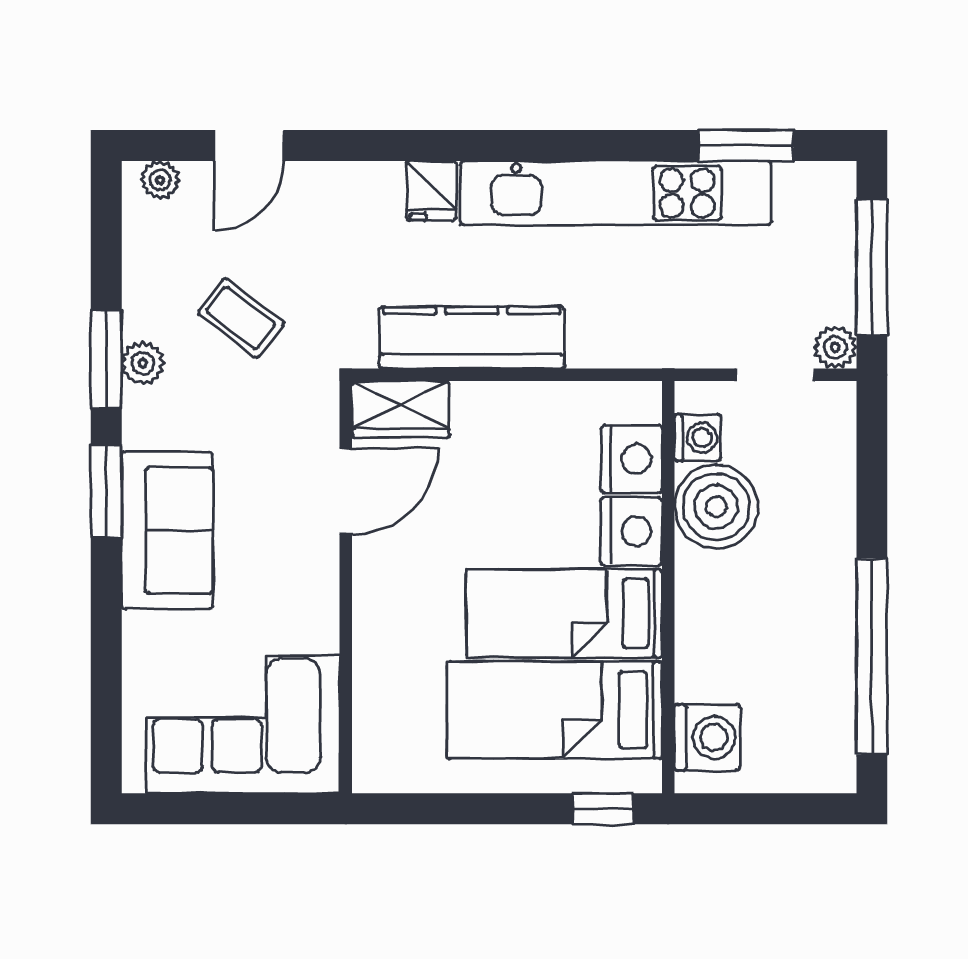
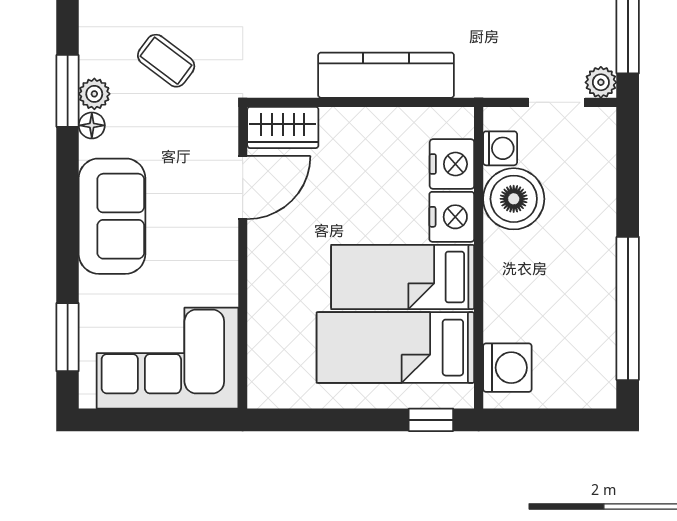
kitchen counter: (472, 338) -> (386, 75), moved
floor lamp: (139, 406) -> (92, 125), added
window: (106, 491) -> (68, 337), moved

